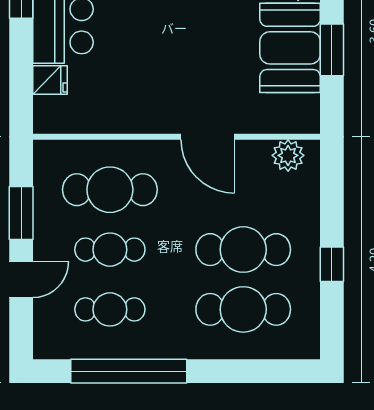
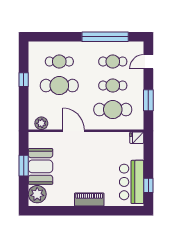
fridge: (50, 80) -> (137, 138), moved
door: (21, 280) -> (148, 62), moved
cafe table: (243, 309) -> (59, 62), width x0.73, depth x0.74

